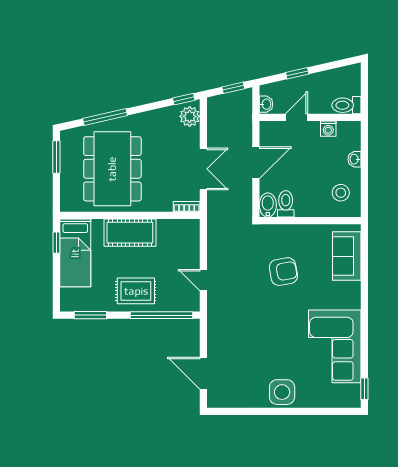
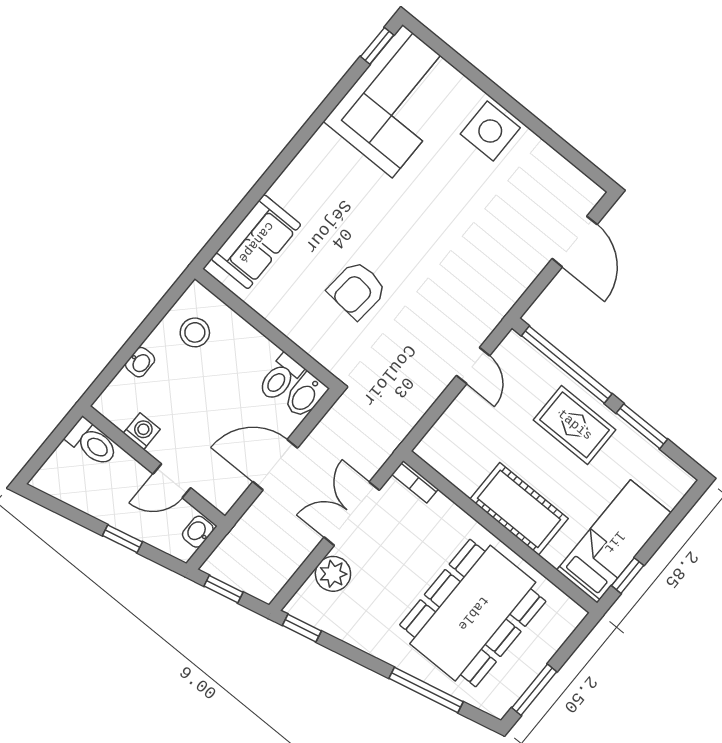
plant: (190, 116) -> (333, 574), moved
armchair: (283, 272) -> (357, 290), turned -75
window: (90, 315) -> (642, 426), moved
corner sofa: (335, 346) -> (397, 101), moved

